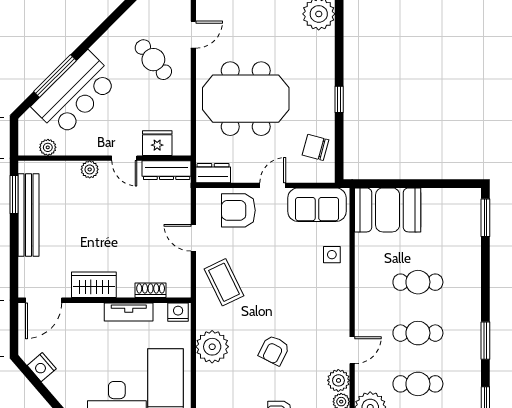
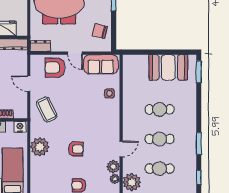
door: (273, 185) -> (75, 53), swing flipped
booth: (388, 210) -> (168, 67), moved
armchair: (274, 350) -> (76, 149), turned -117

